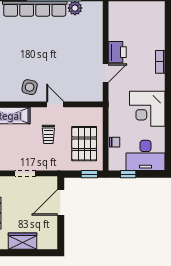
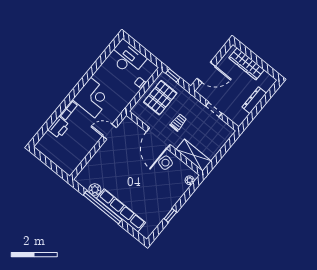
printer: (117, 52) -> (59, 127), moved, turned 180
door: (55, 104) -> (158, 138), width x1.88
corner desk: (147, 109) -> (93, 98), moved
window: (128, 174) -> (148, 55), removed
wardrobe: (22, 241) -> (247, 64), width x1.50

